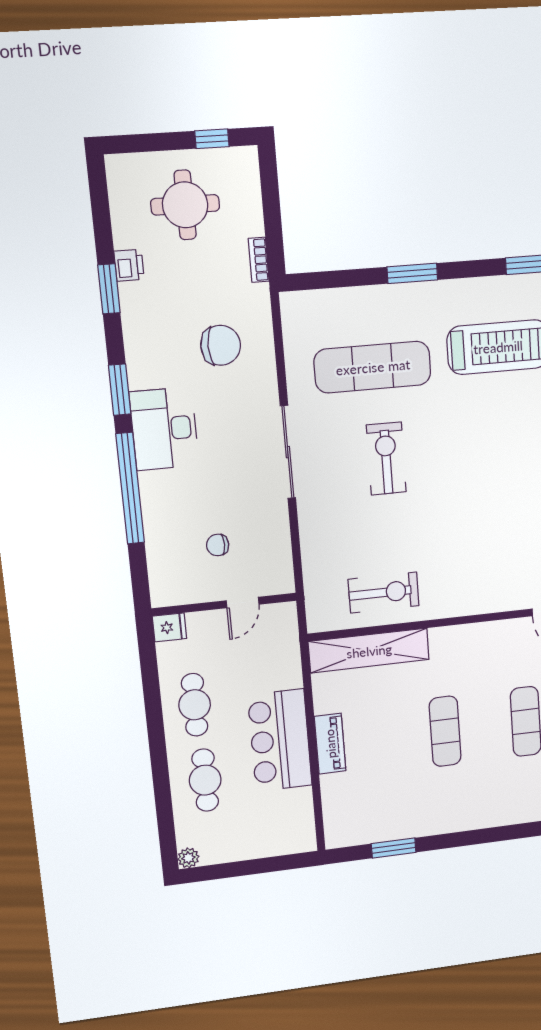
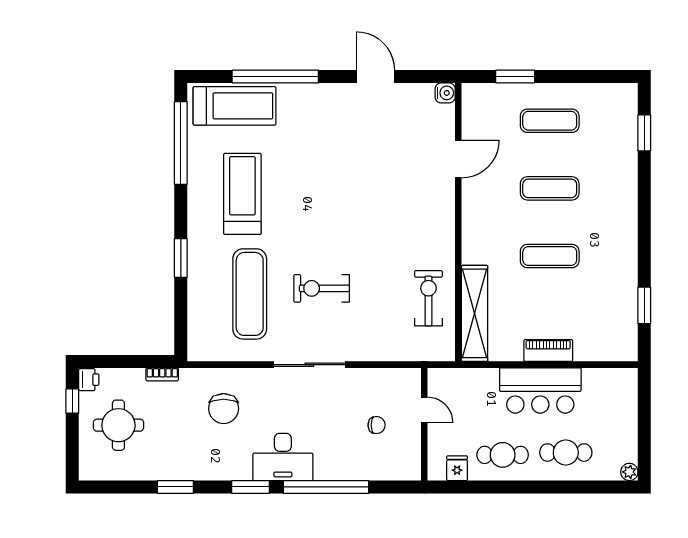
printer: (129, 265) -> (89, 380), moved, turned 90
chair: (221, 345) -> (224, 409), turned 180
chair: (218, 545) -> (377, 425), turned -90
fridge: (169, 627) -> (457, 468), moved

